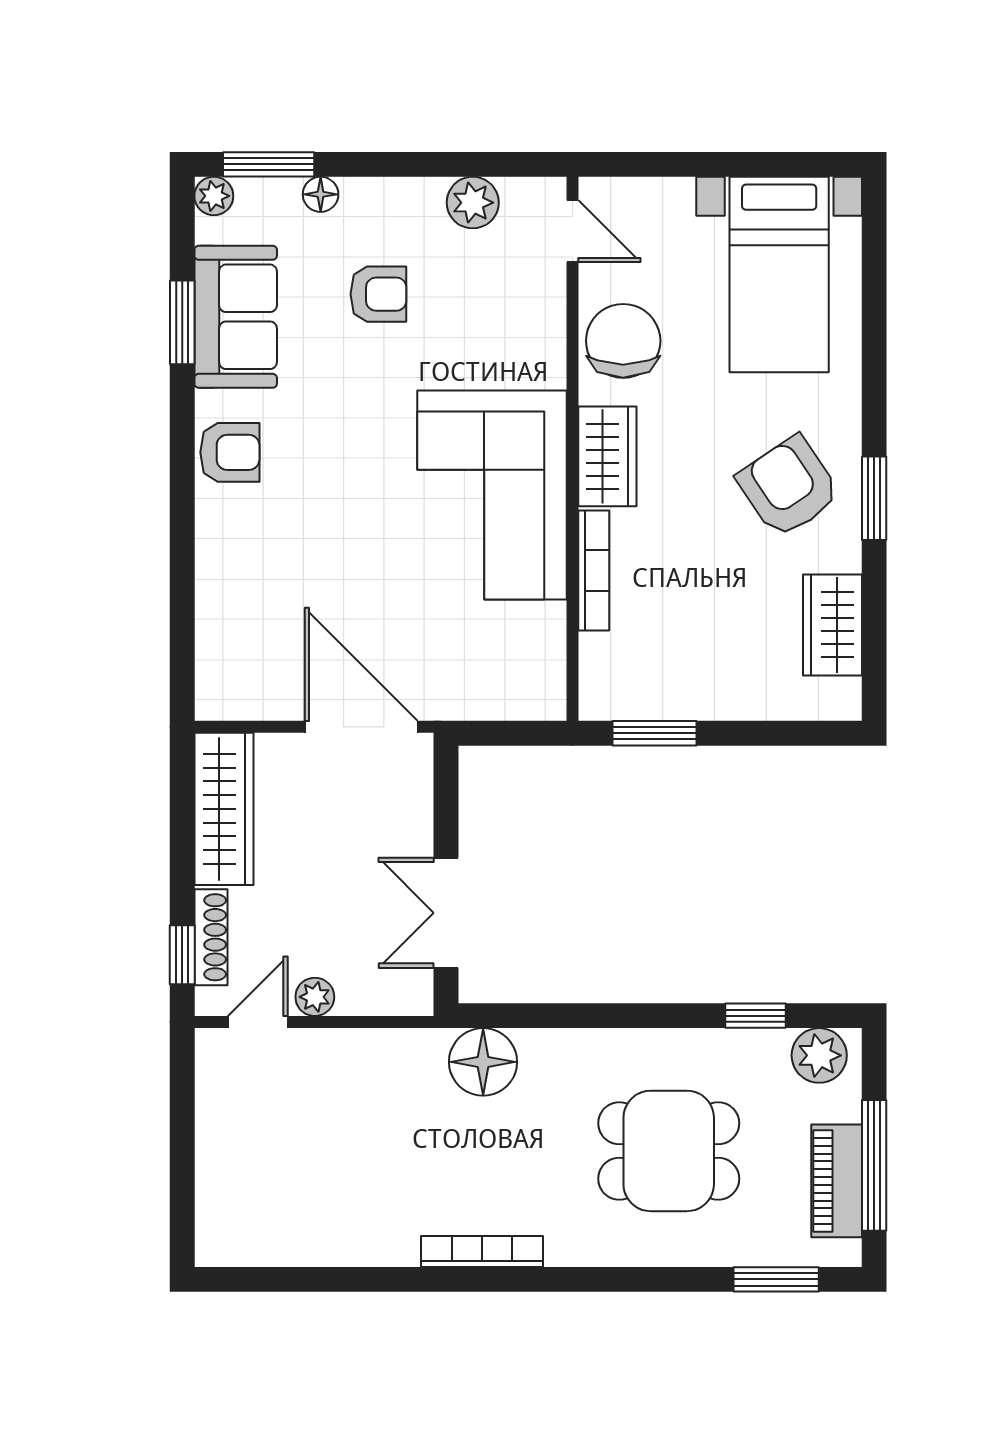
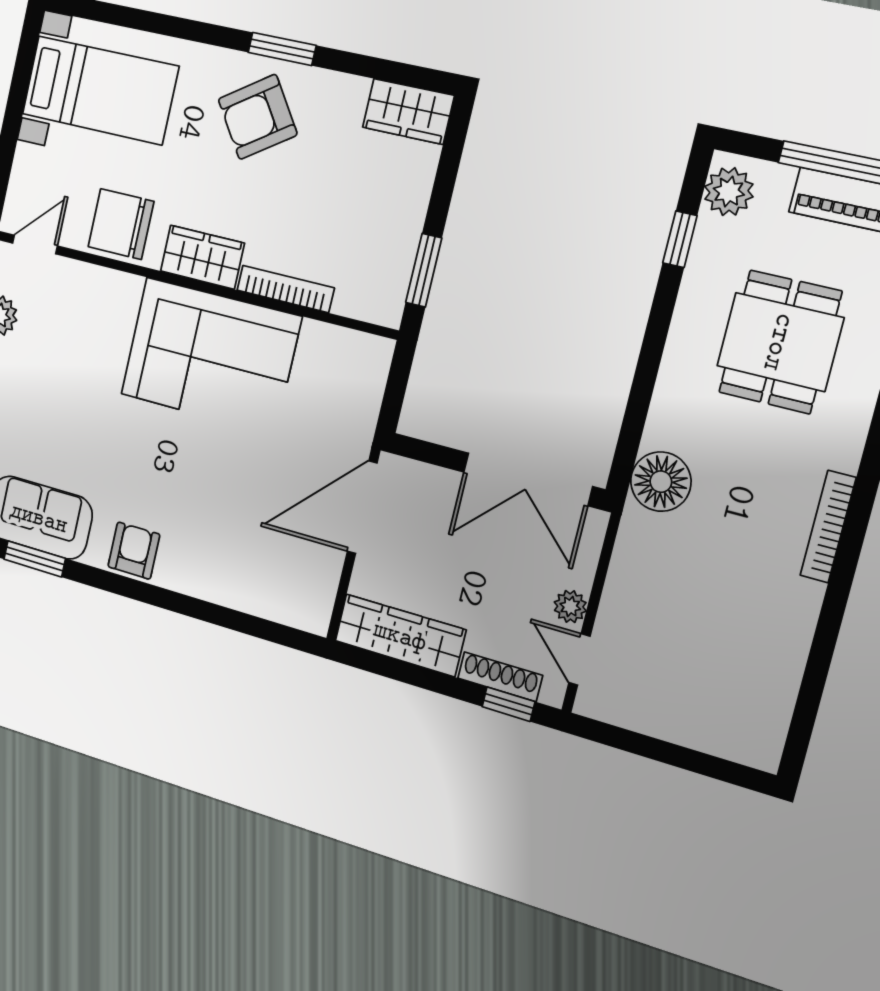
armchair: (378, 294) -> (47, 405), removed
wardrobe: (832, 625) -> (408, 111), moved
double door: (446, 913) -> (528, 479), width x1.37

